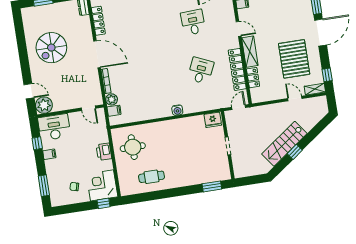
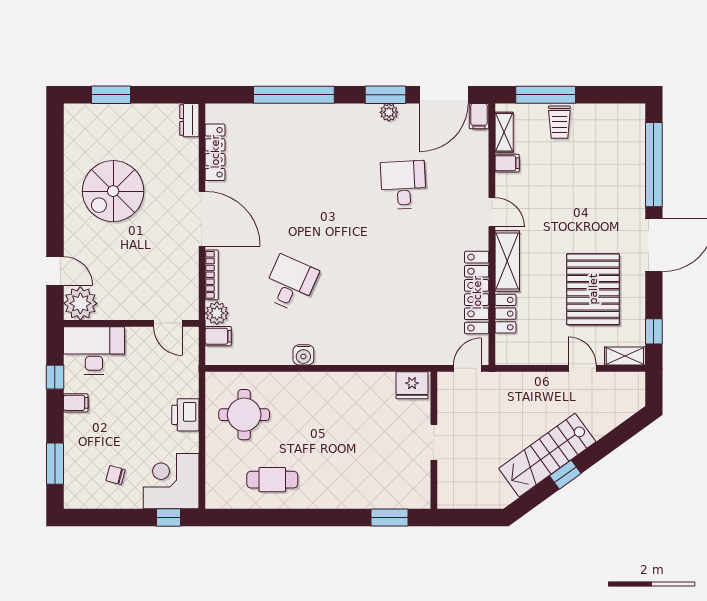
desk: (201, 71) -> (290, 284), moved
water cooler: (177, 110) -> (303, 355), moved

